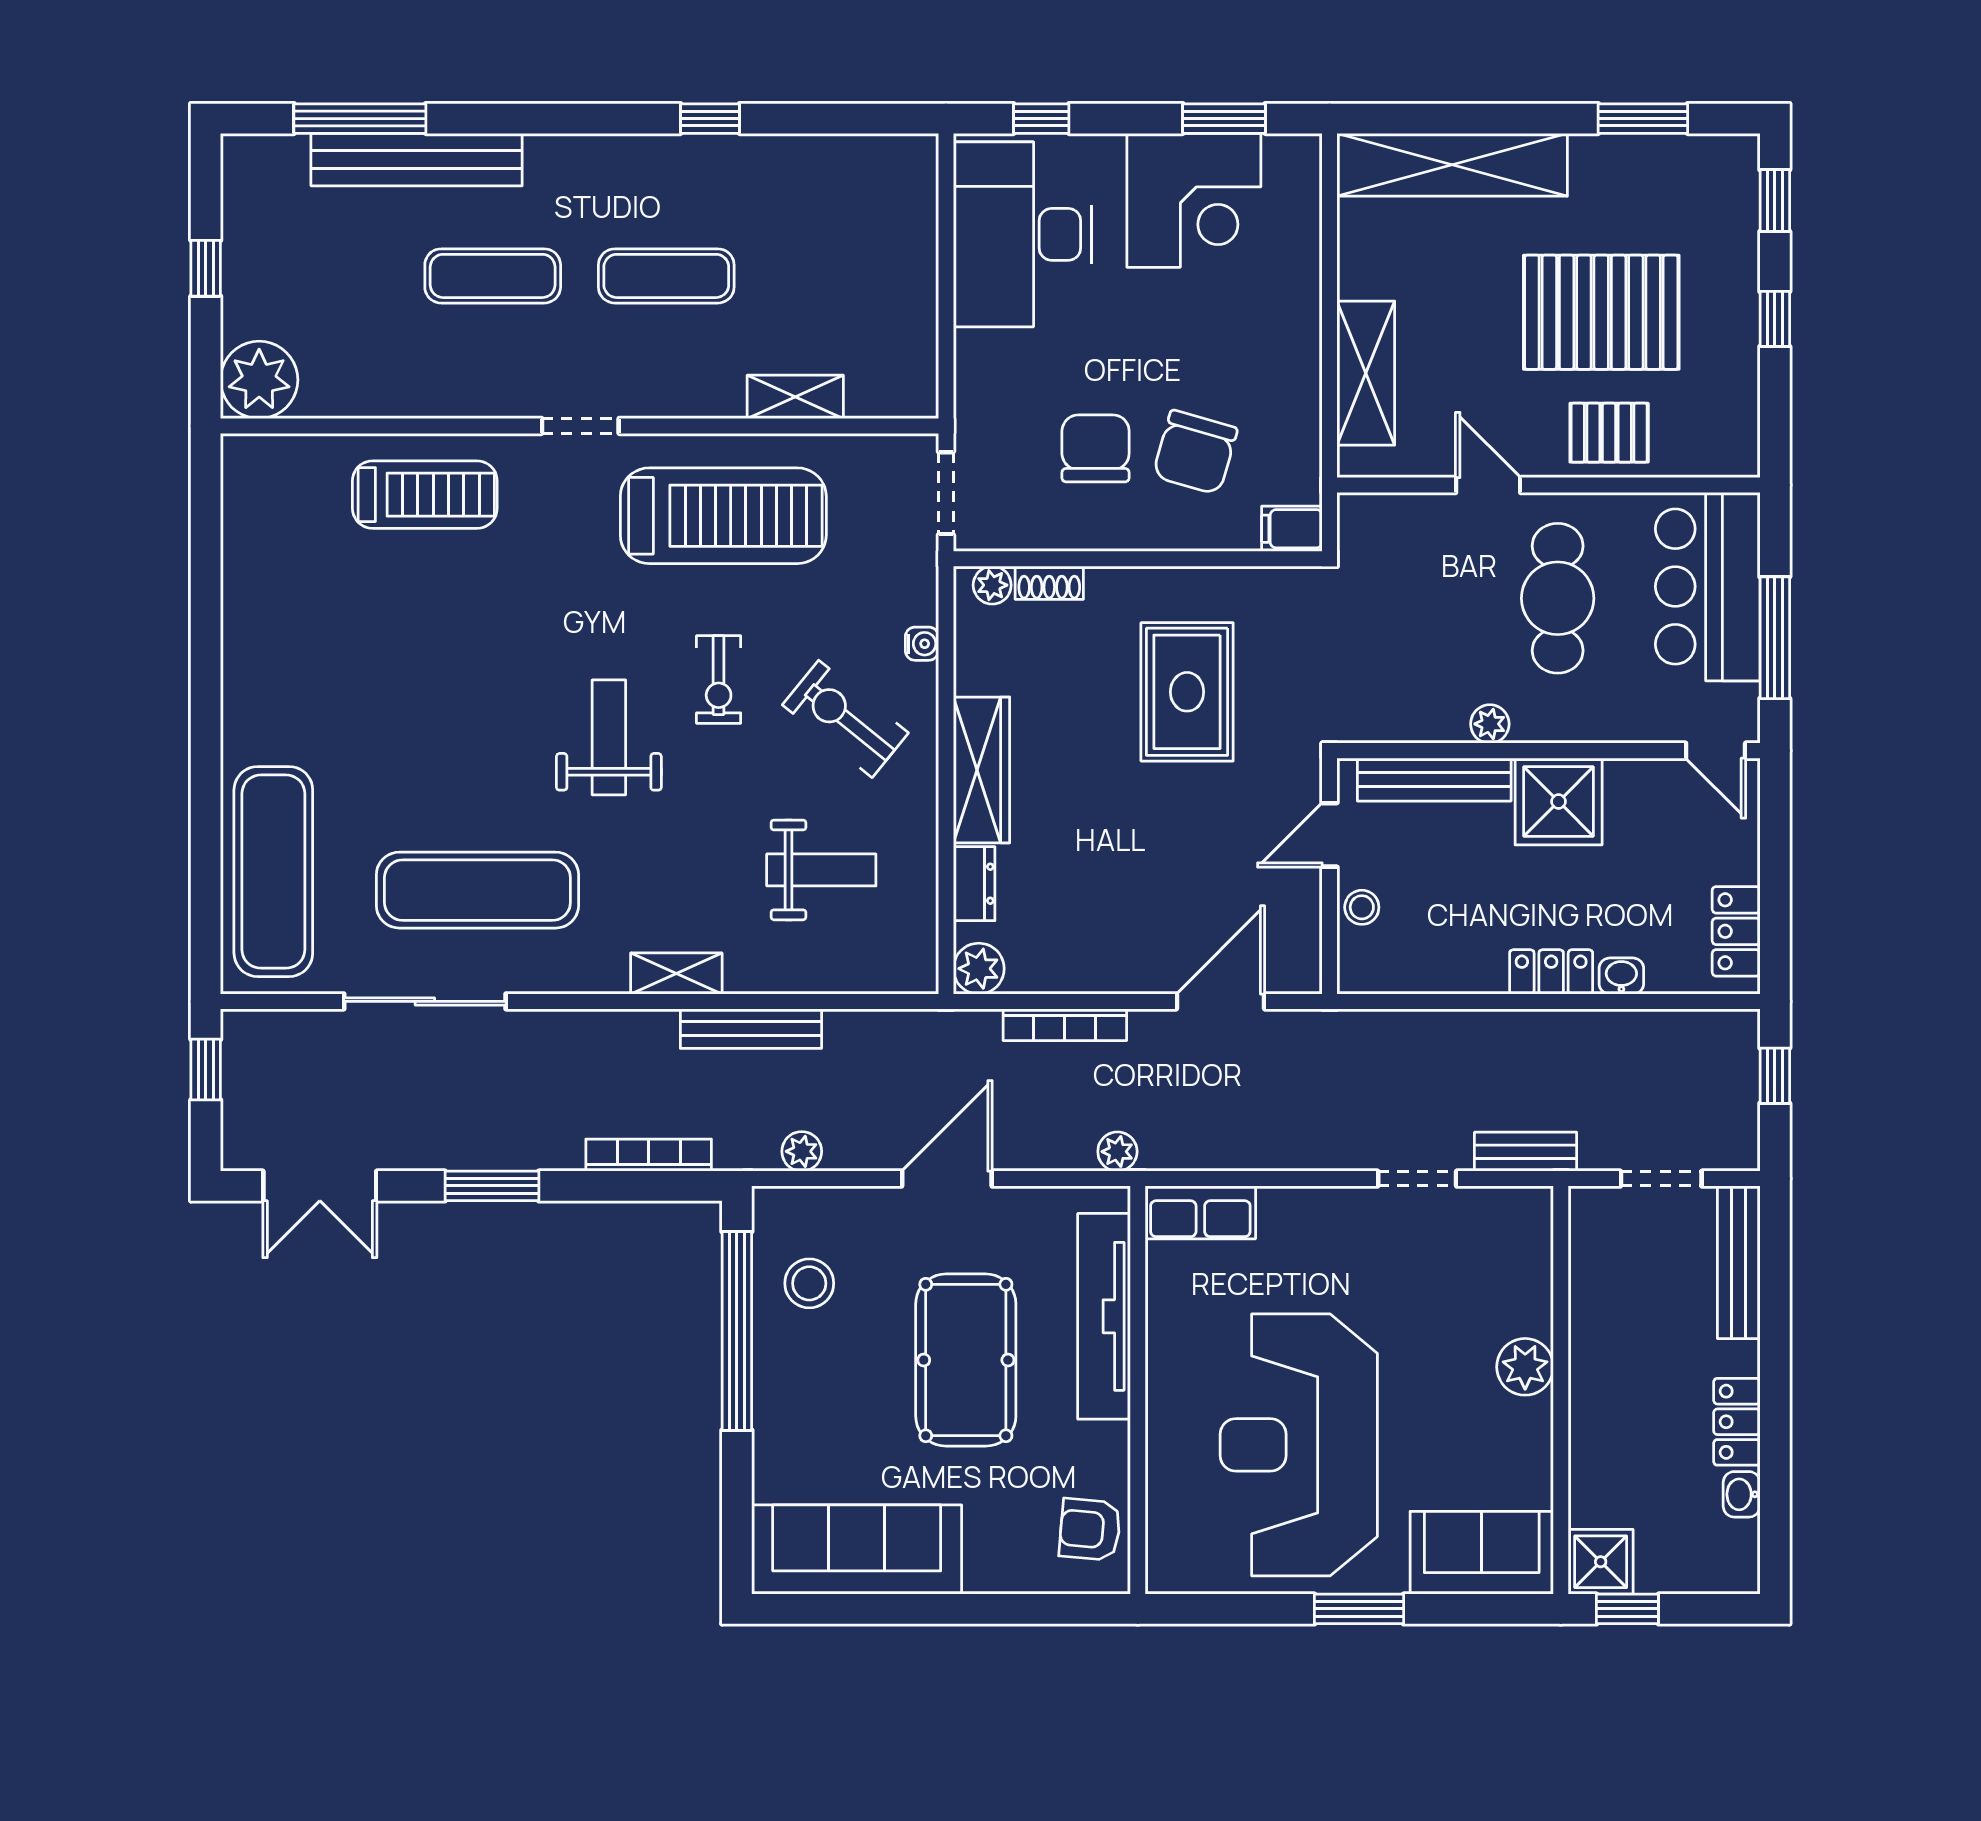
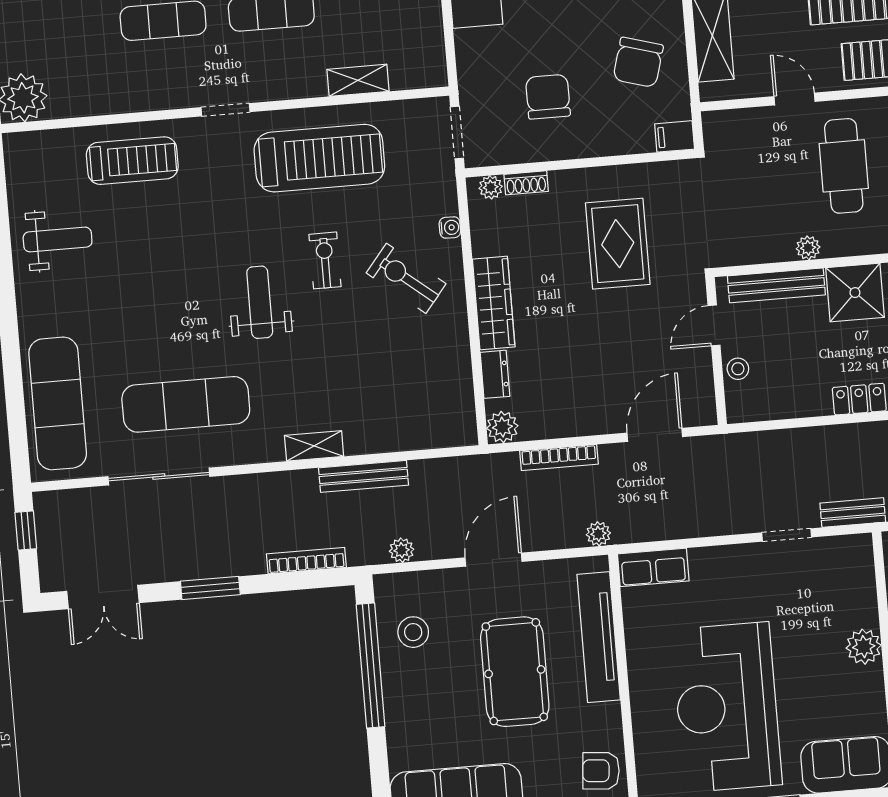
chair: (1195, 452) -> (638, 62), moved
exercise bike: (719, 679) -> (325, 260), turned 180
weight bench: (821, 870) -> (58, 240), moved

